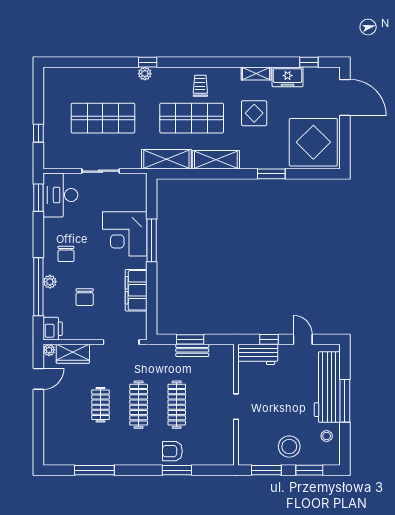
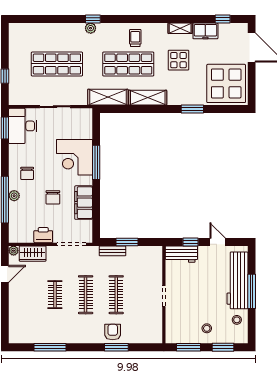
chair: (85, 297) -> (53, 197), moved
printer: (53, 329) -> (43, 235), moved, turned -90
bench: (192, 350) -> (112, 251), moved
stool: (289, 447) -> (207, 328), width x0.53, depth x0.53
armchair: (172, 451) -> (113, 332), turned 90

